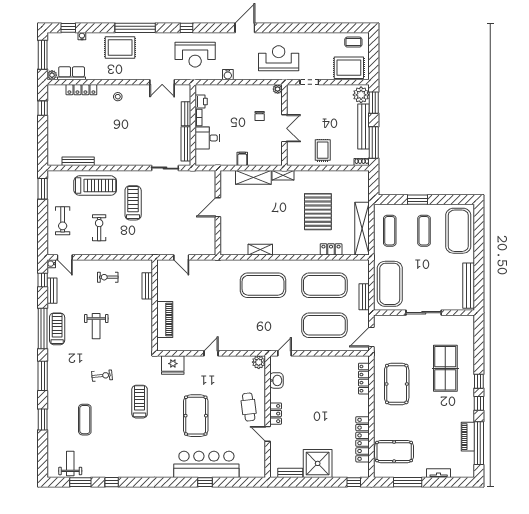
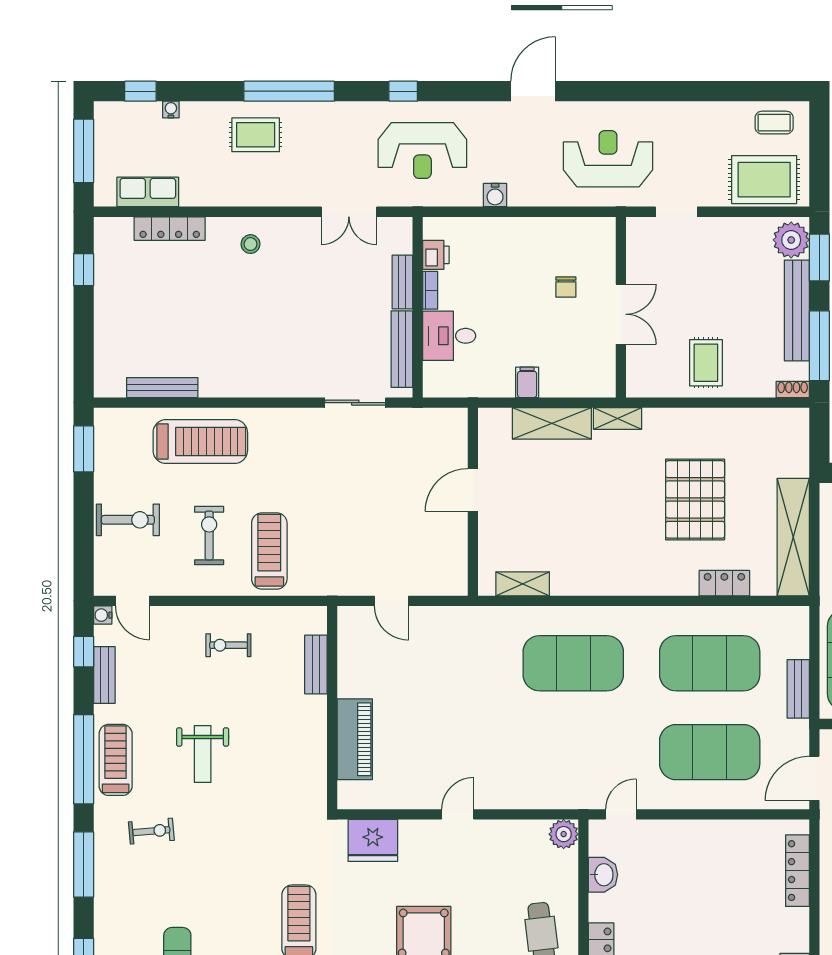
rug: (120, 48) -> (256, 135), width x0.73, depth x0.70
plant: (52, 75) -> (104, 196), removed
plant: (278, 89) -> (606, 227), removed
treadmill: (133, 203) -> (269, 551), moved
exercise bike: (63, 221) -> (128, 520), turned -90
shelving: (260, 250) -> (523, 584), moved
exercise bike: (102, 376) -> (151, 831), moved

